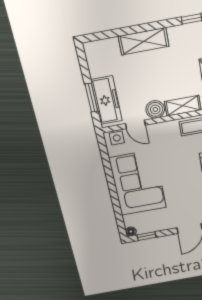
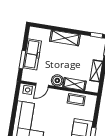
freezer: (107, 100) -> (32, 54), moved
door: (135, 124) -> (42, 85), hinge flipped

